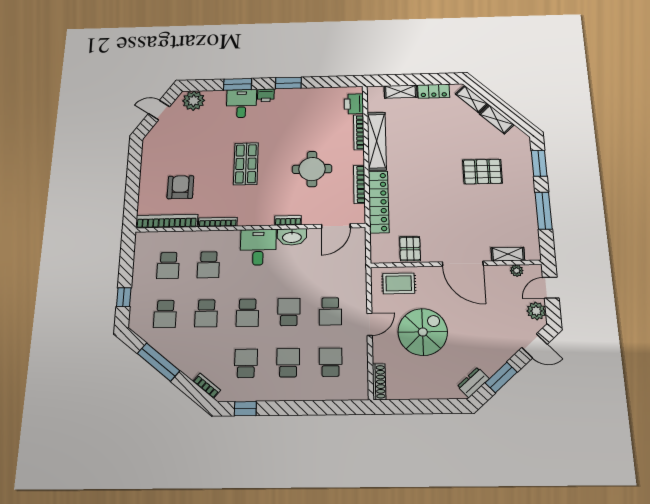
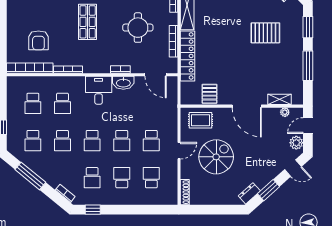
armchair: (180, 187) -> (38, 40), turned 180
door: (336, 226) -> (156, 75), hinge flipped
school desk: (289, 312) -> (122, 141), turned 180
school desk: (246, 363) -> (92, 178), turned 180

